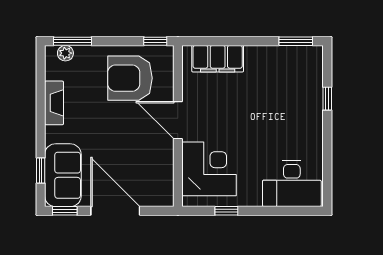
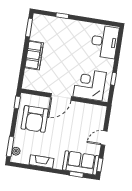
filing cabinet: (218, 59) -> (34, 55), moved
door: (115, 211) -> (104, 138), width x0.53

